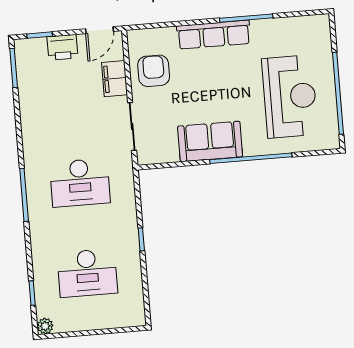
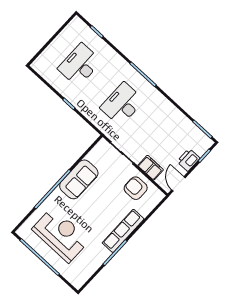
armchair: (154, 71) -> (136, 188), turned 180
reception desk: (290, 96) -> (61, 235), turned 180
plant: (45, 326) -> (77, 22), removed

